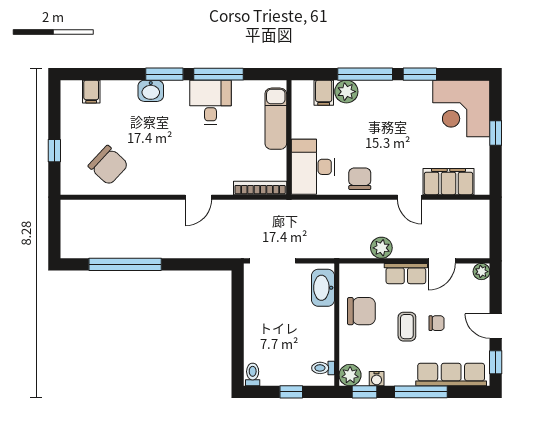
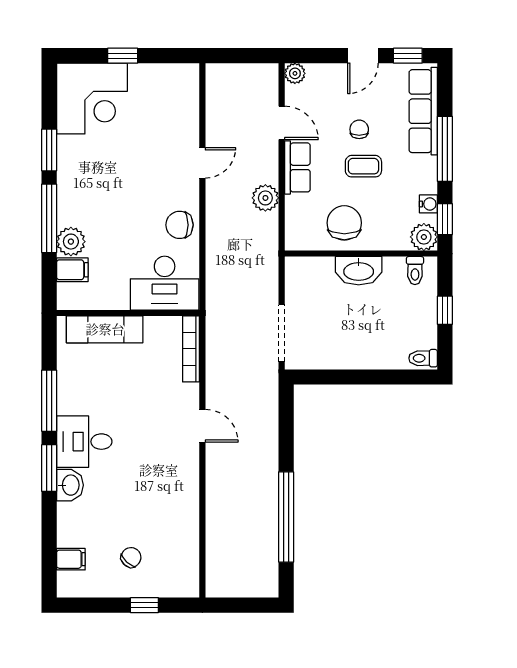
desk: (211, 102) -> (84, 442), moved
chair: (108, 165) -> (131, 557), moved, width x0.54, depth x0.54
filing cabinet: (449, 182) -> (183, 114), removed
washbasin: (323, 288) -> (359, 271), moved

